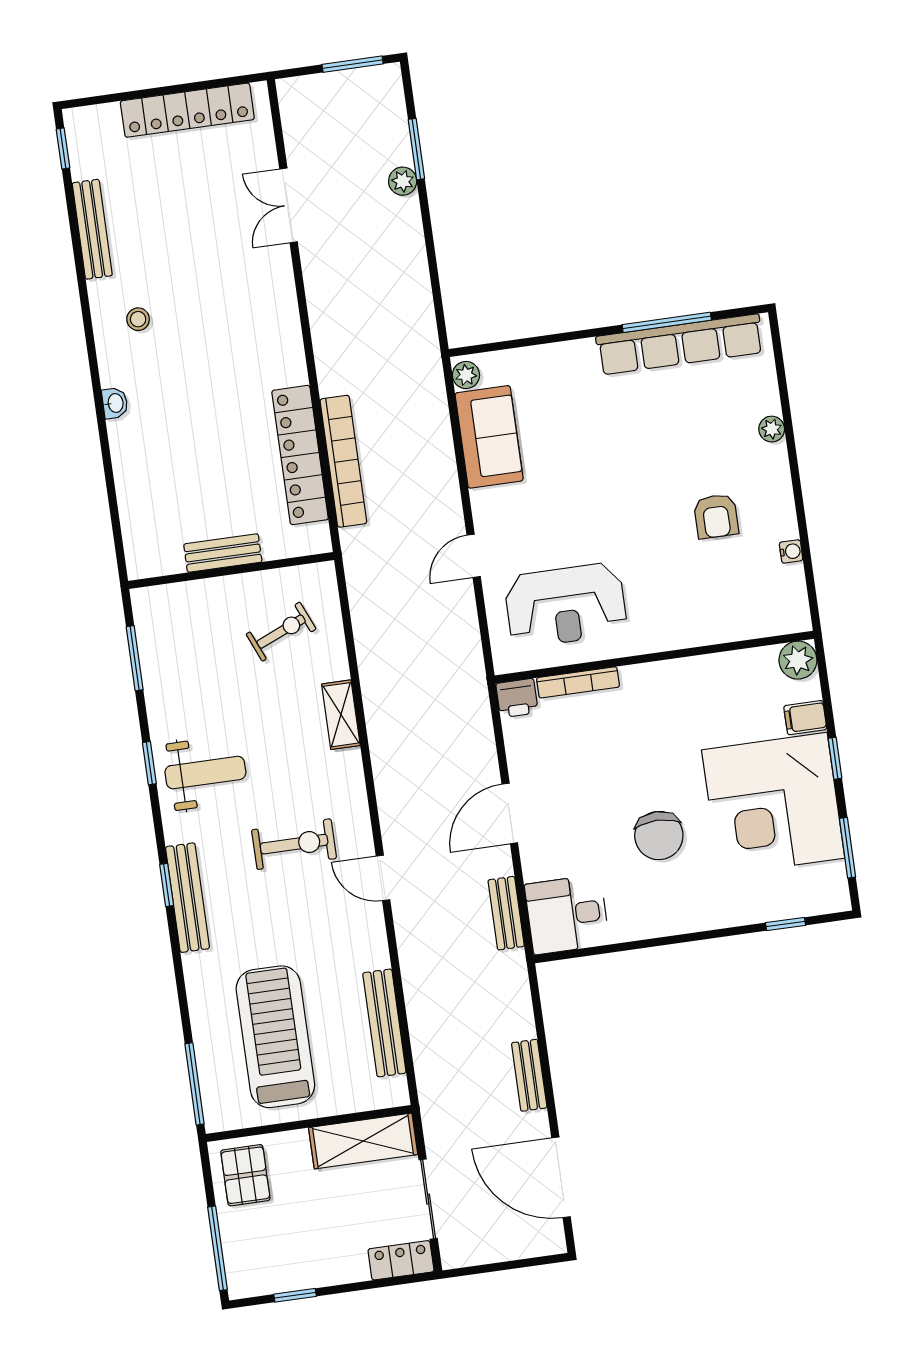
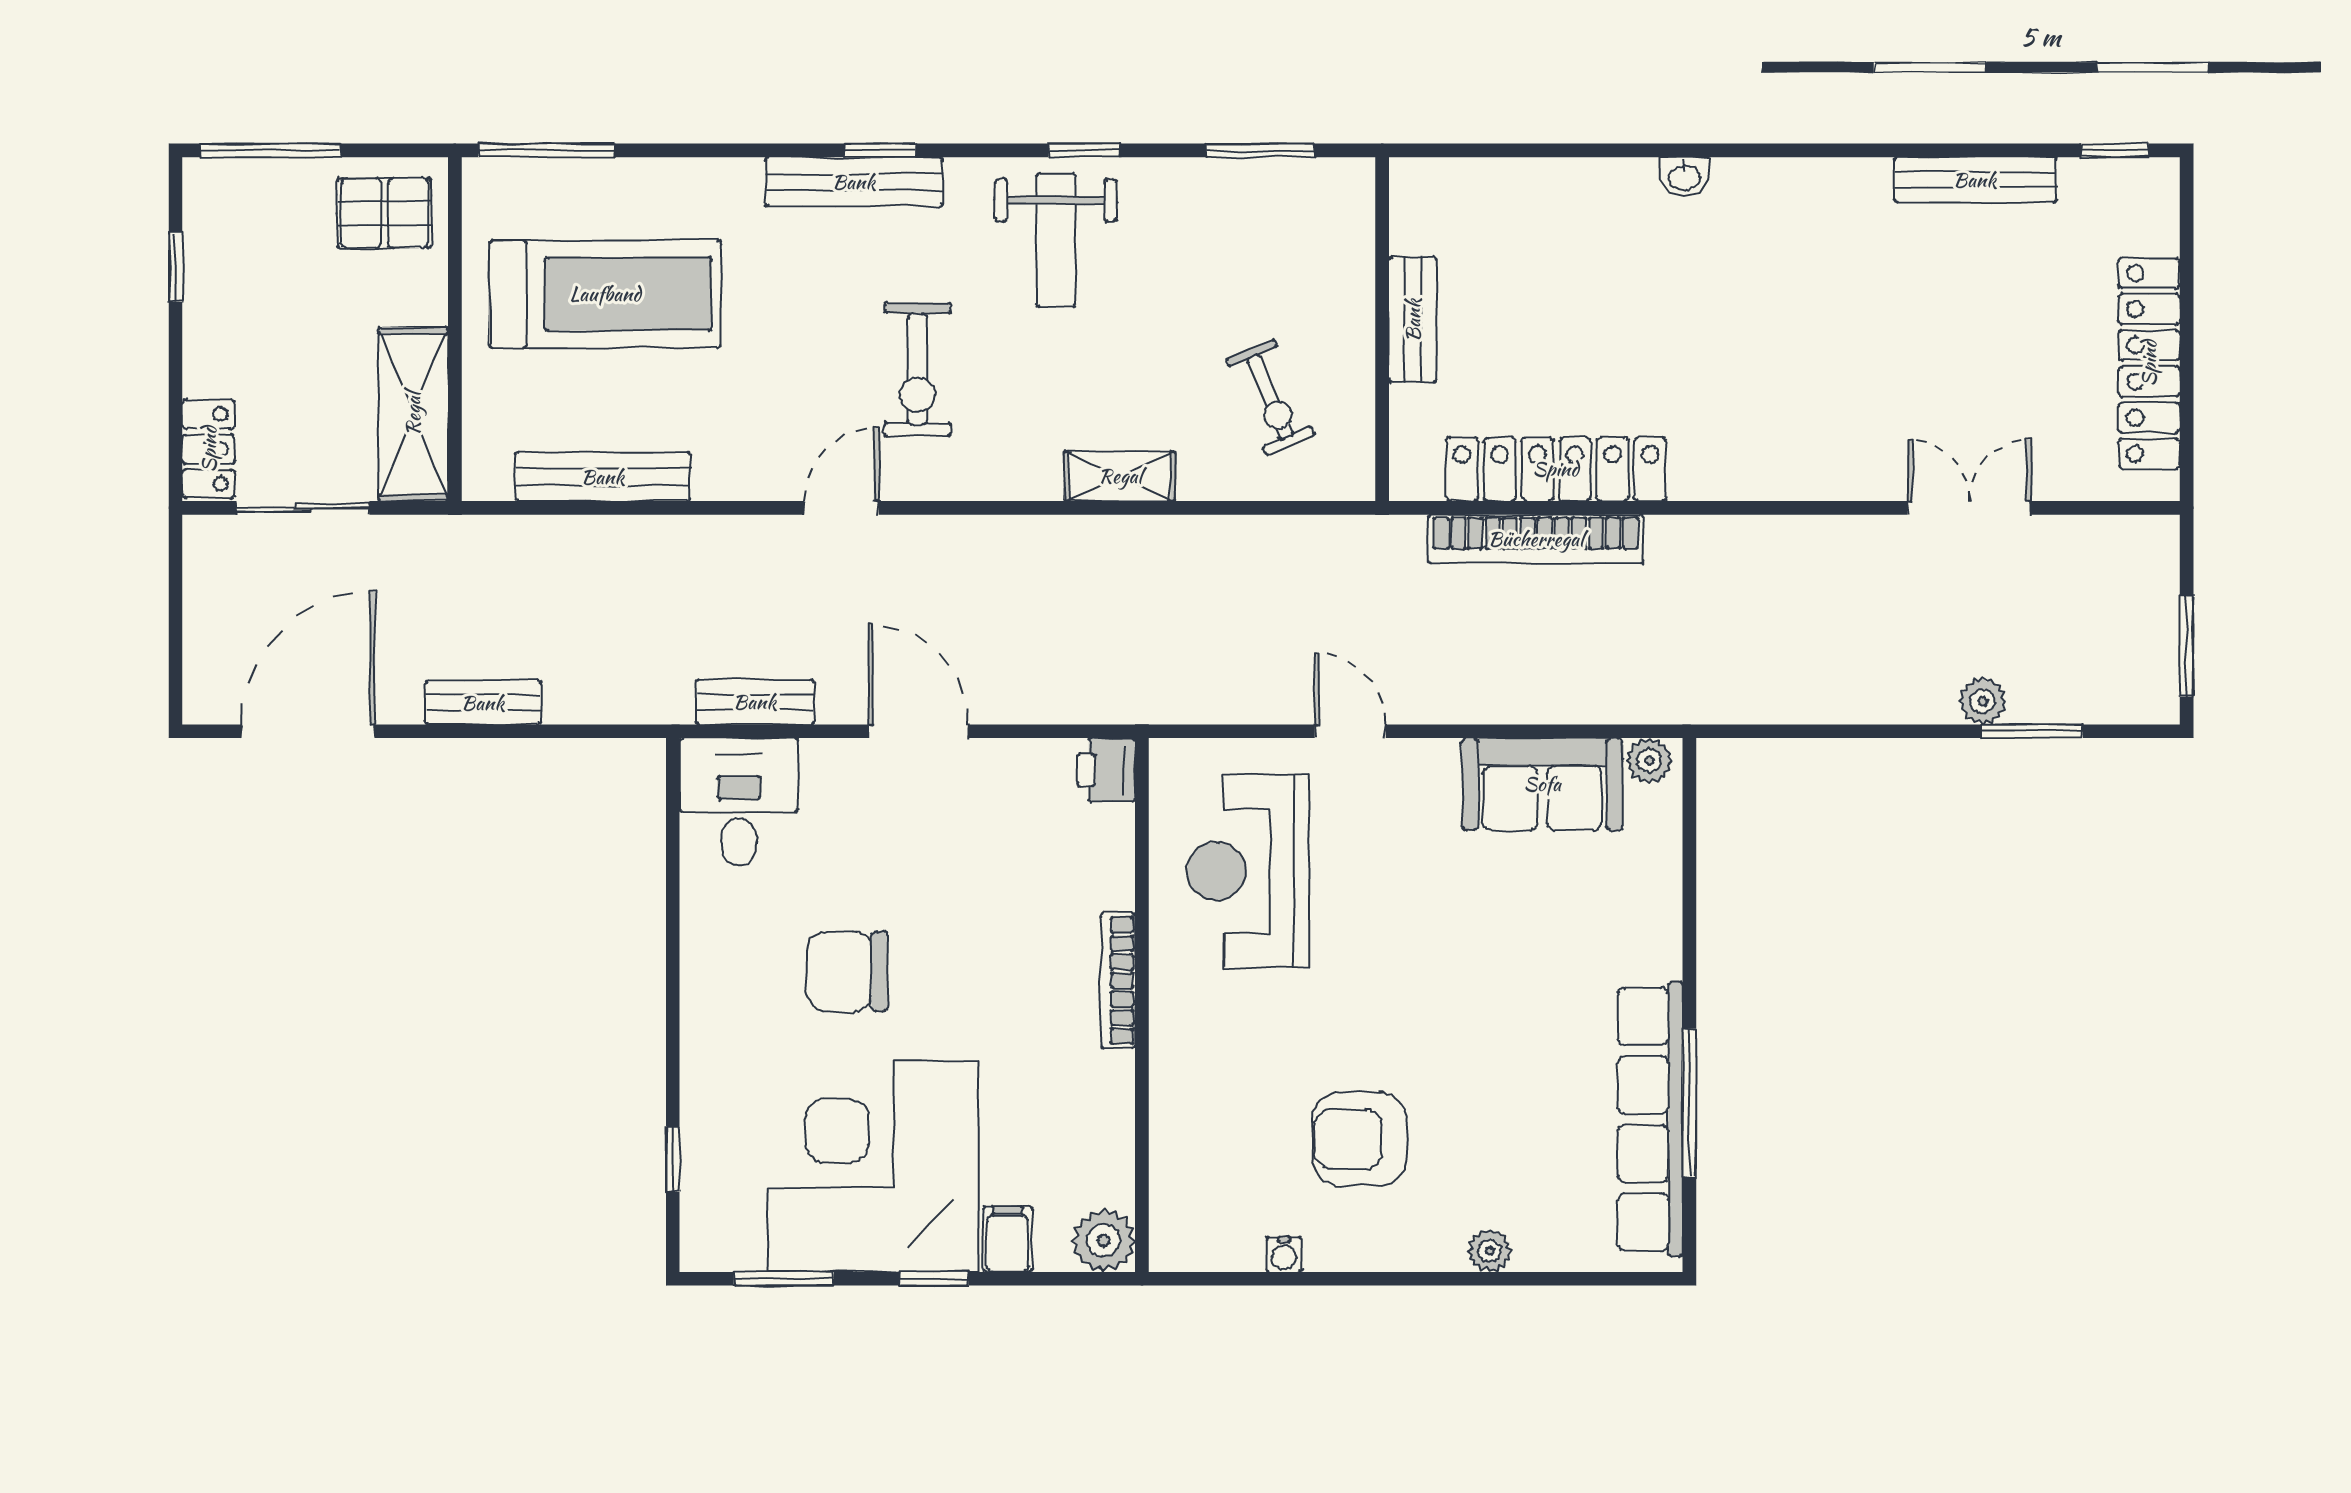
stool: (138, 319) -> (1817, 234), removed
armchair: (716, 516) -> (1359, 1139), width x1.38, depth x1.38
bookcase: (578, 682) -> (1118, 981), moved

